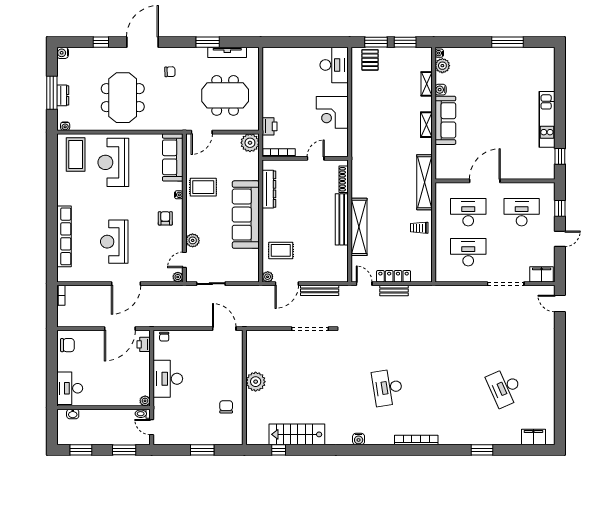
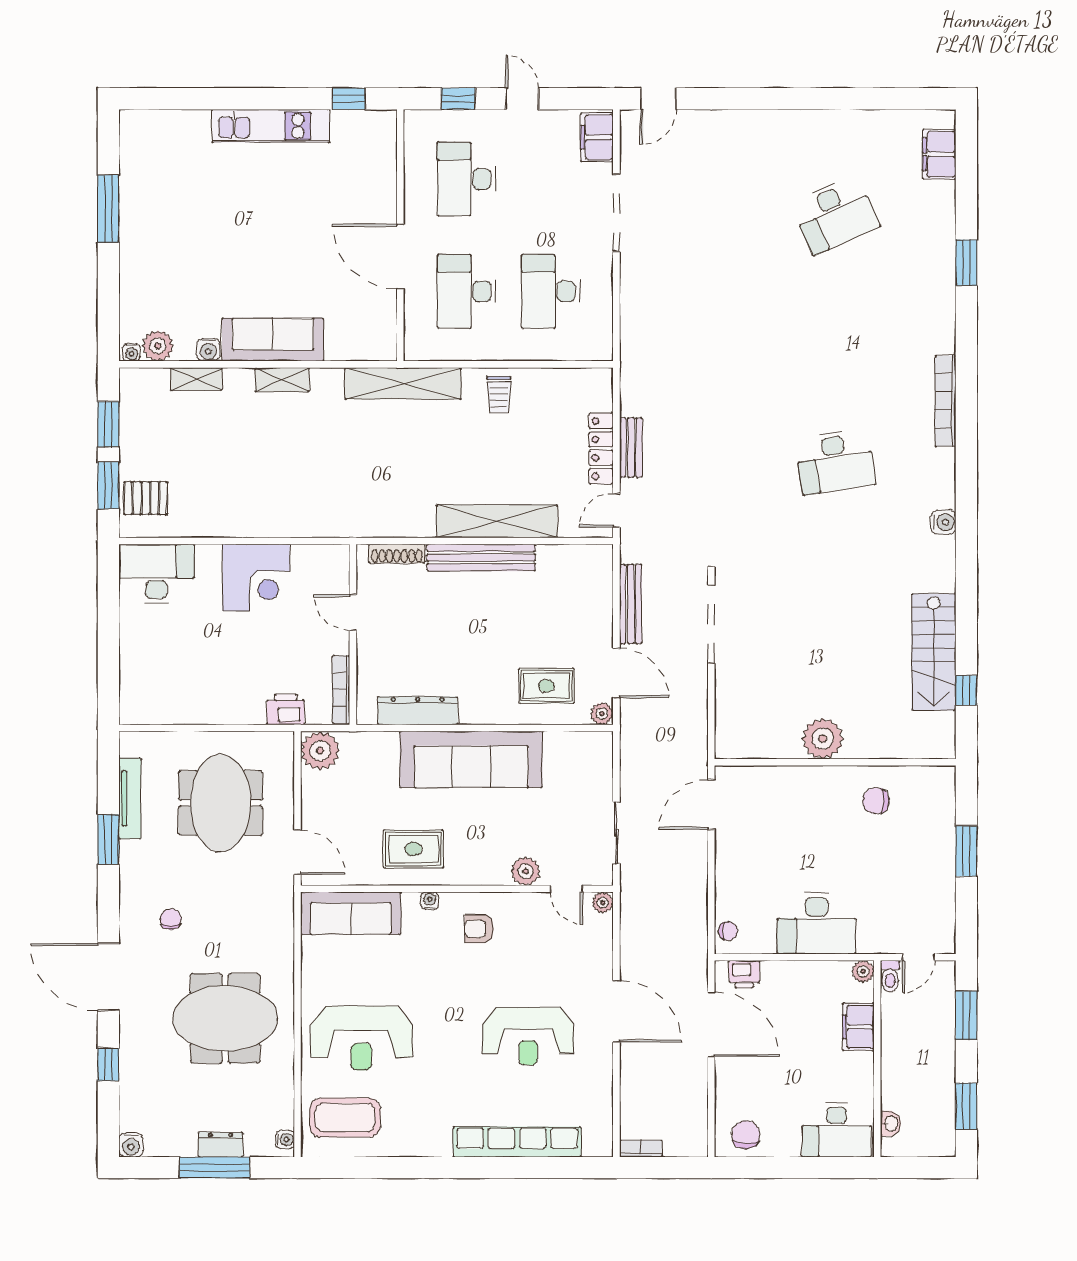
rug: (203, 187) -> (413, 849), turned 90
rug: (281, 250) -> (547, 686), turned 90
filing cabinet: (119, 399) -> (858, 1027), added

